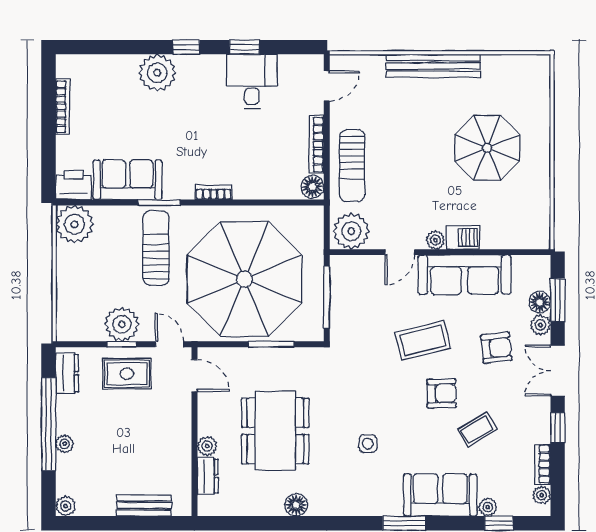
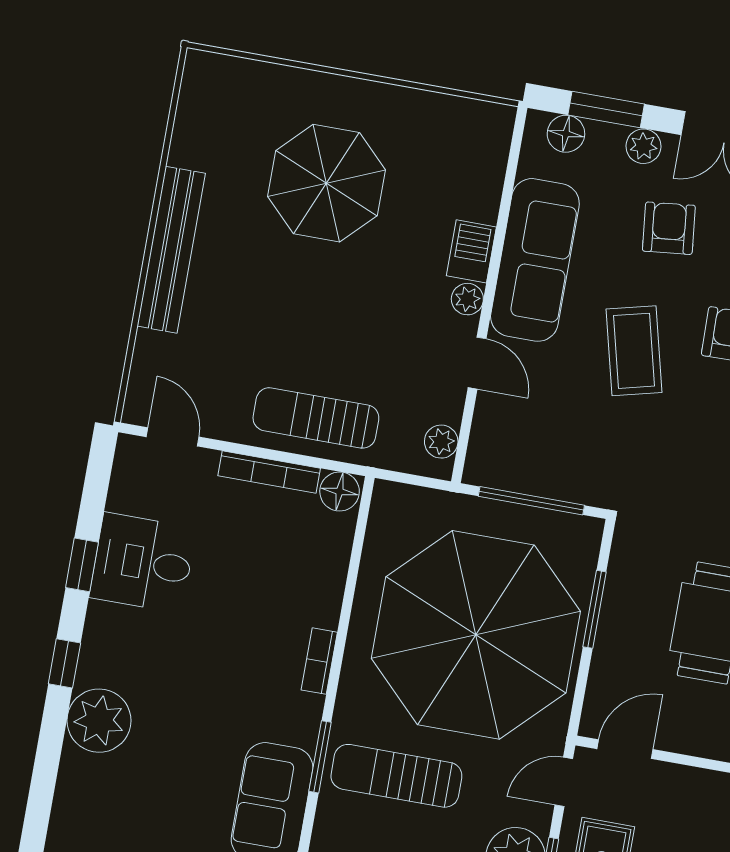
sun lounger: (352, 166) -> (316, 418), turned 180
plant: (351, 231) -> (441, 442), width x0.53, depth x0.53
floor lamp: (540, 302) -> (566, 134), moved

